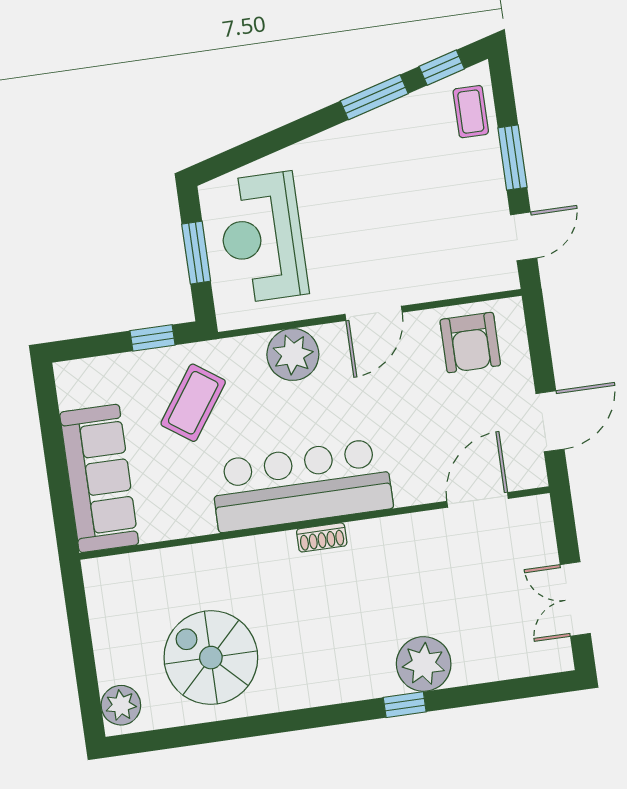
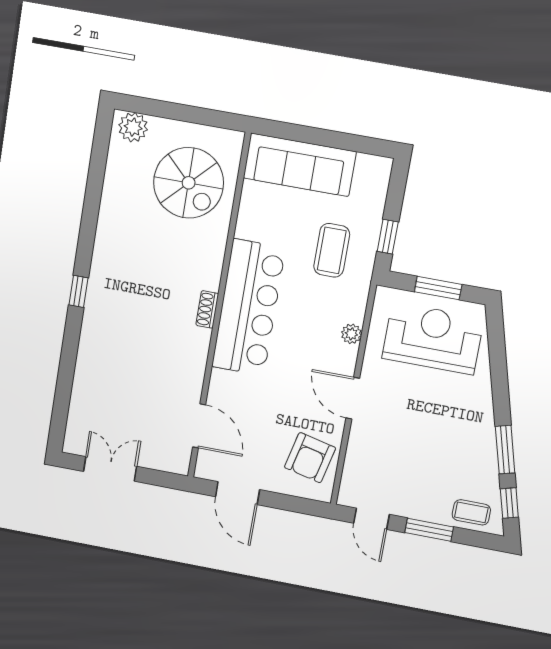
armchair: (470, 343) -> (310, 458), turned -77
plant: (293, 354) -> (351, 334), width x0.53, depth x0.53
coffee table: (193, 403) -> (332, 250), turned 55
spiral stairs: (211, 658) -> (189, 183), moved, turned 90
plant: (424, 664) -> (97, 351), removed
window: (405, 705) -> (78, 291), moved

